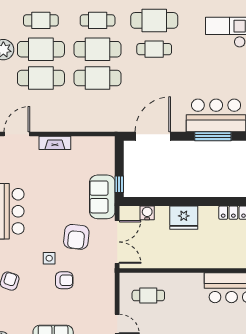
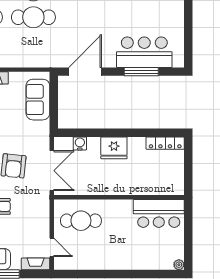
window: (119, 184) -> (54, 117), removed
sofa: (102, 197) -> (38, 100), moved
cafe table: (148, 296) -> (81, 221), width x1.37, depth x1.35

